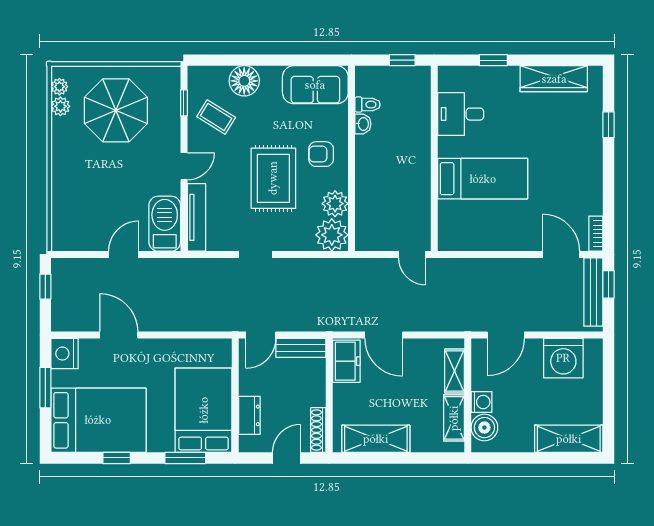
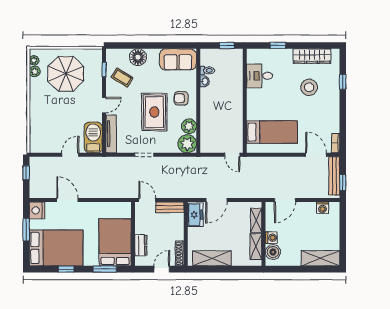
stool: (549, 134) -> (309, 87), added
bed: (483, 179) -> (272, 132), moved
window: (609, 284) -> (343, 183), moved
door: (261, 335) -> (147, 200), swing flipped
door: (384, 335) -> (216, 200), hinge flipped
washing machine: (563, 358) -> (323, 208), width x0.53, depth x0.53

